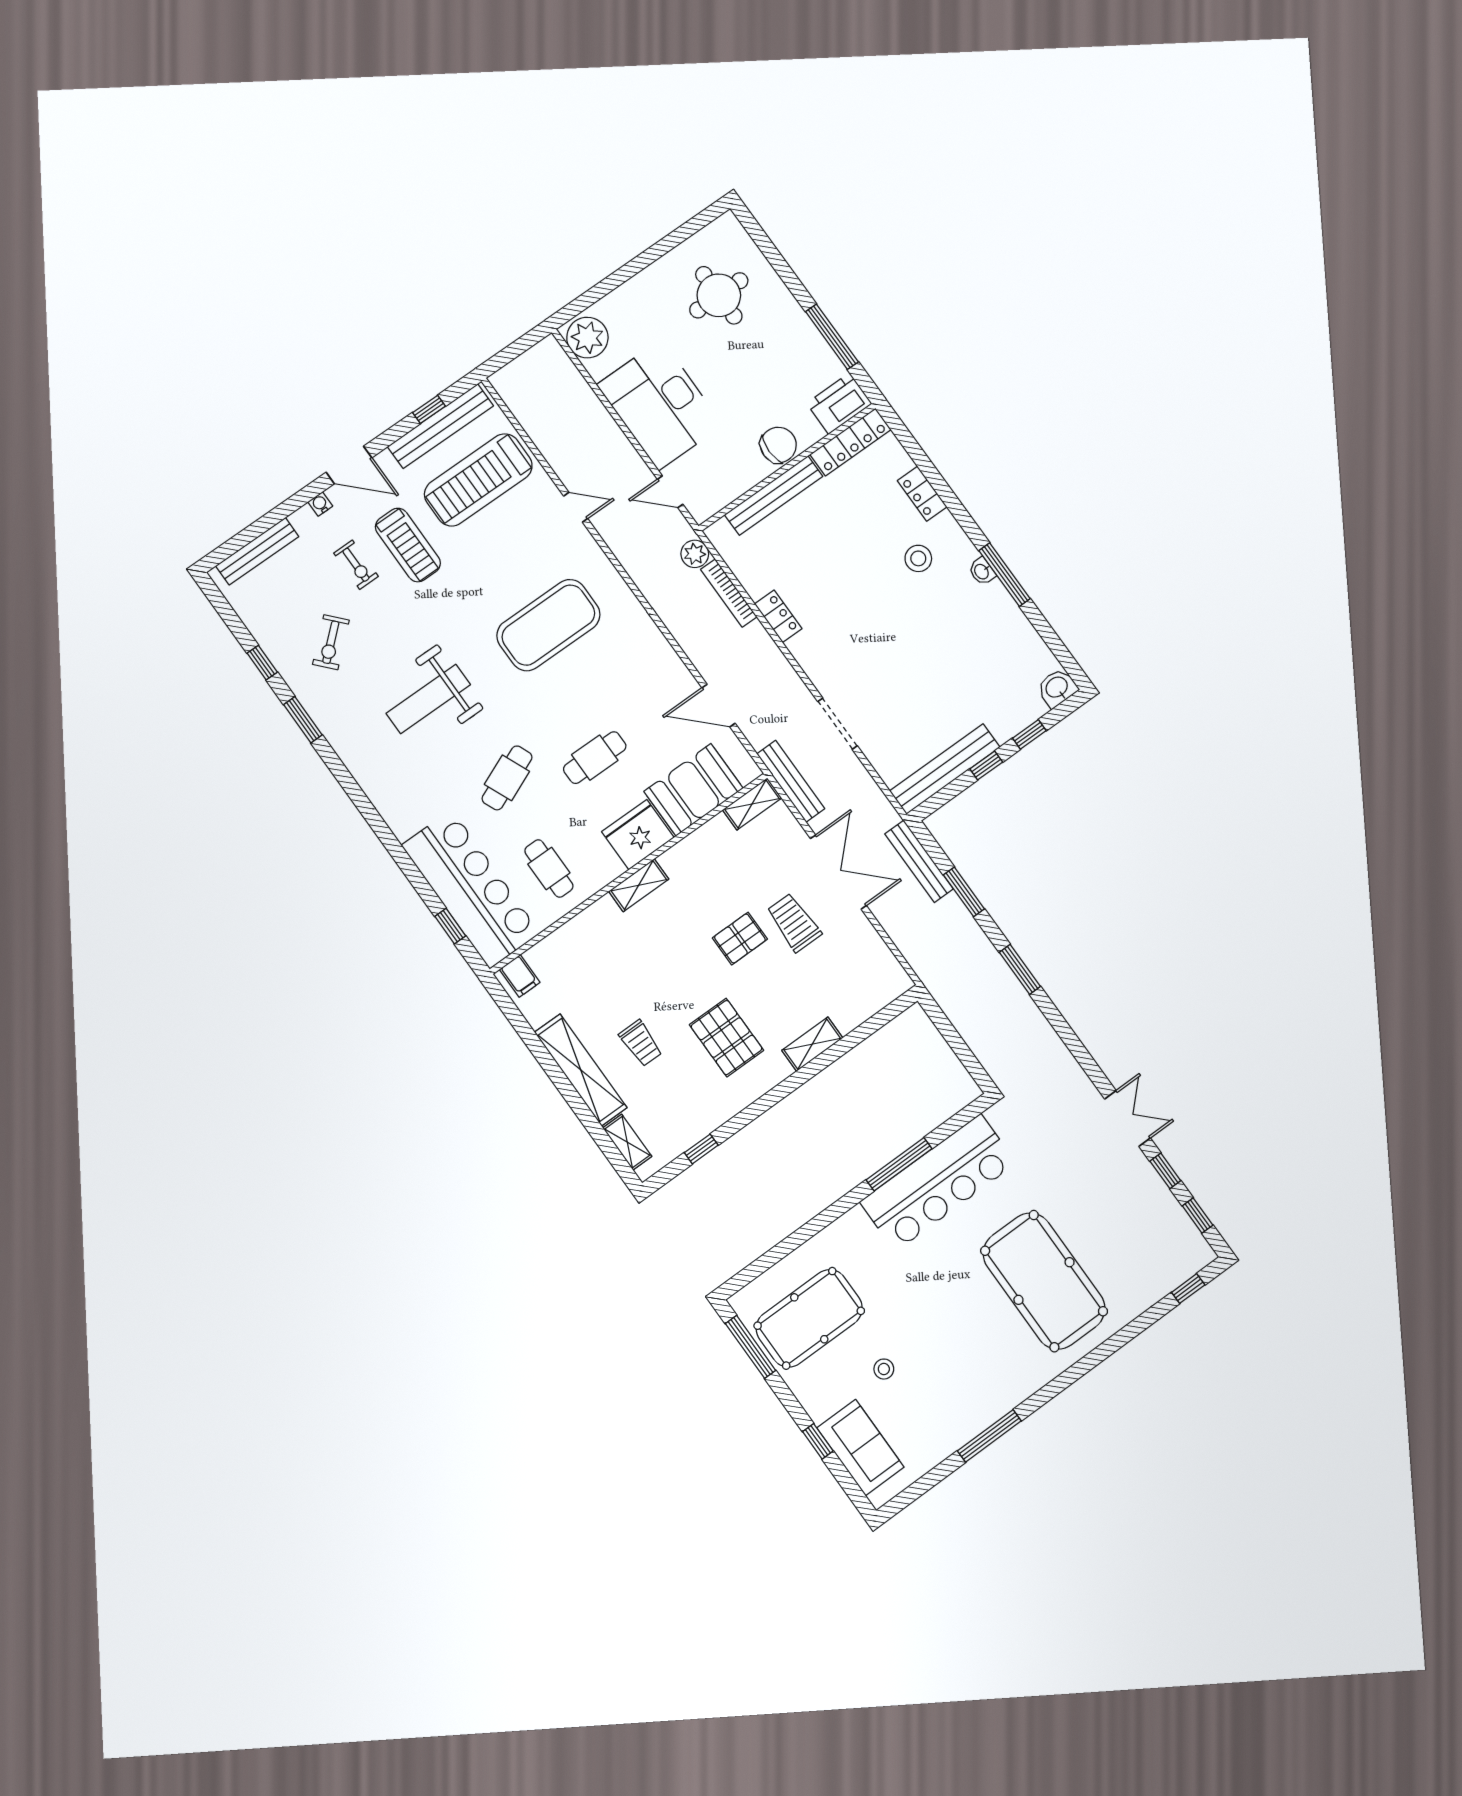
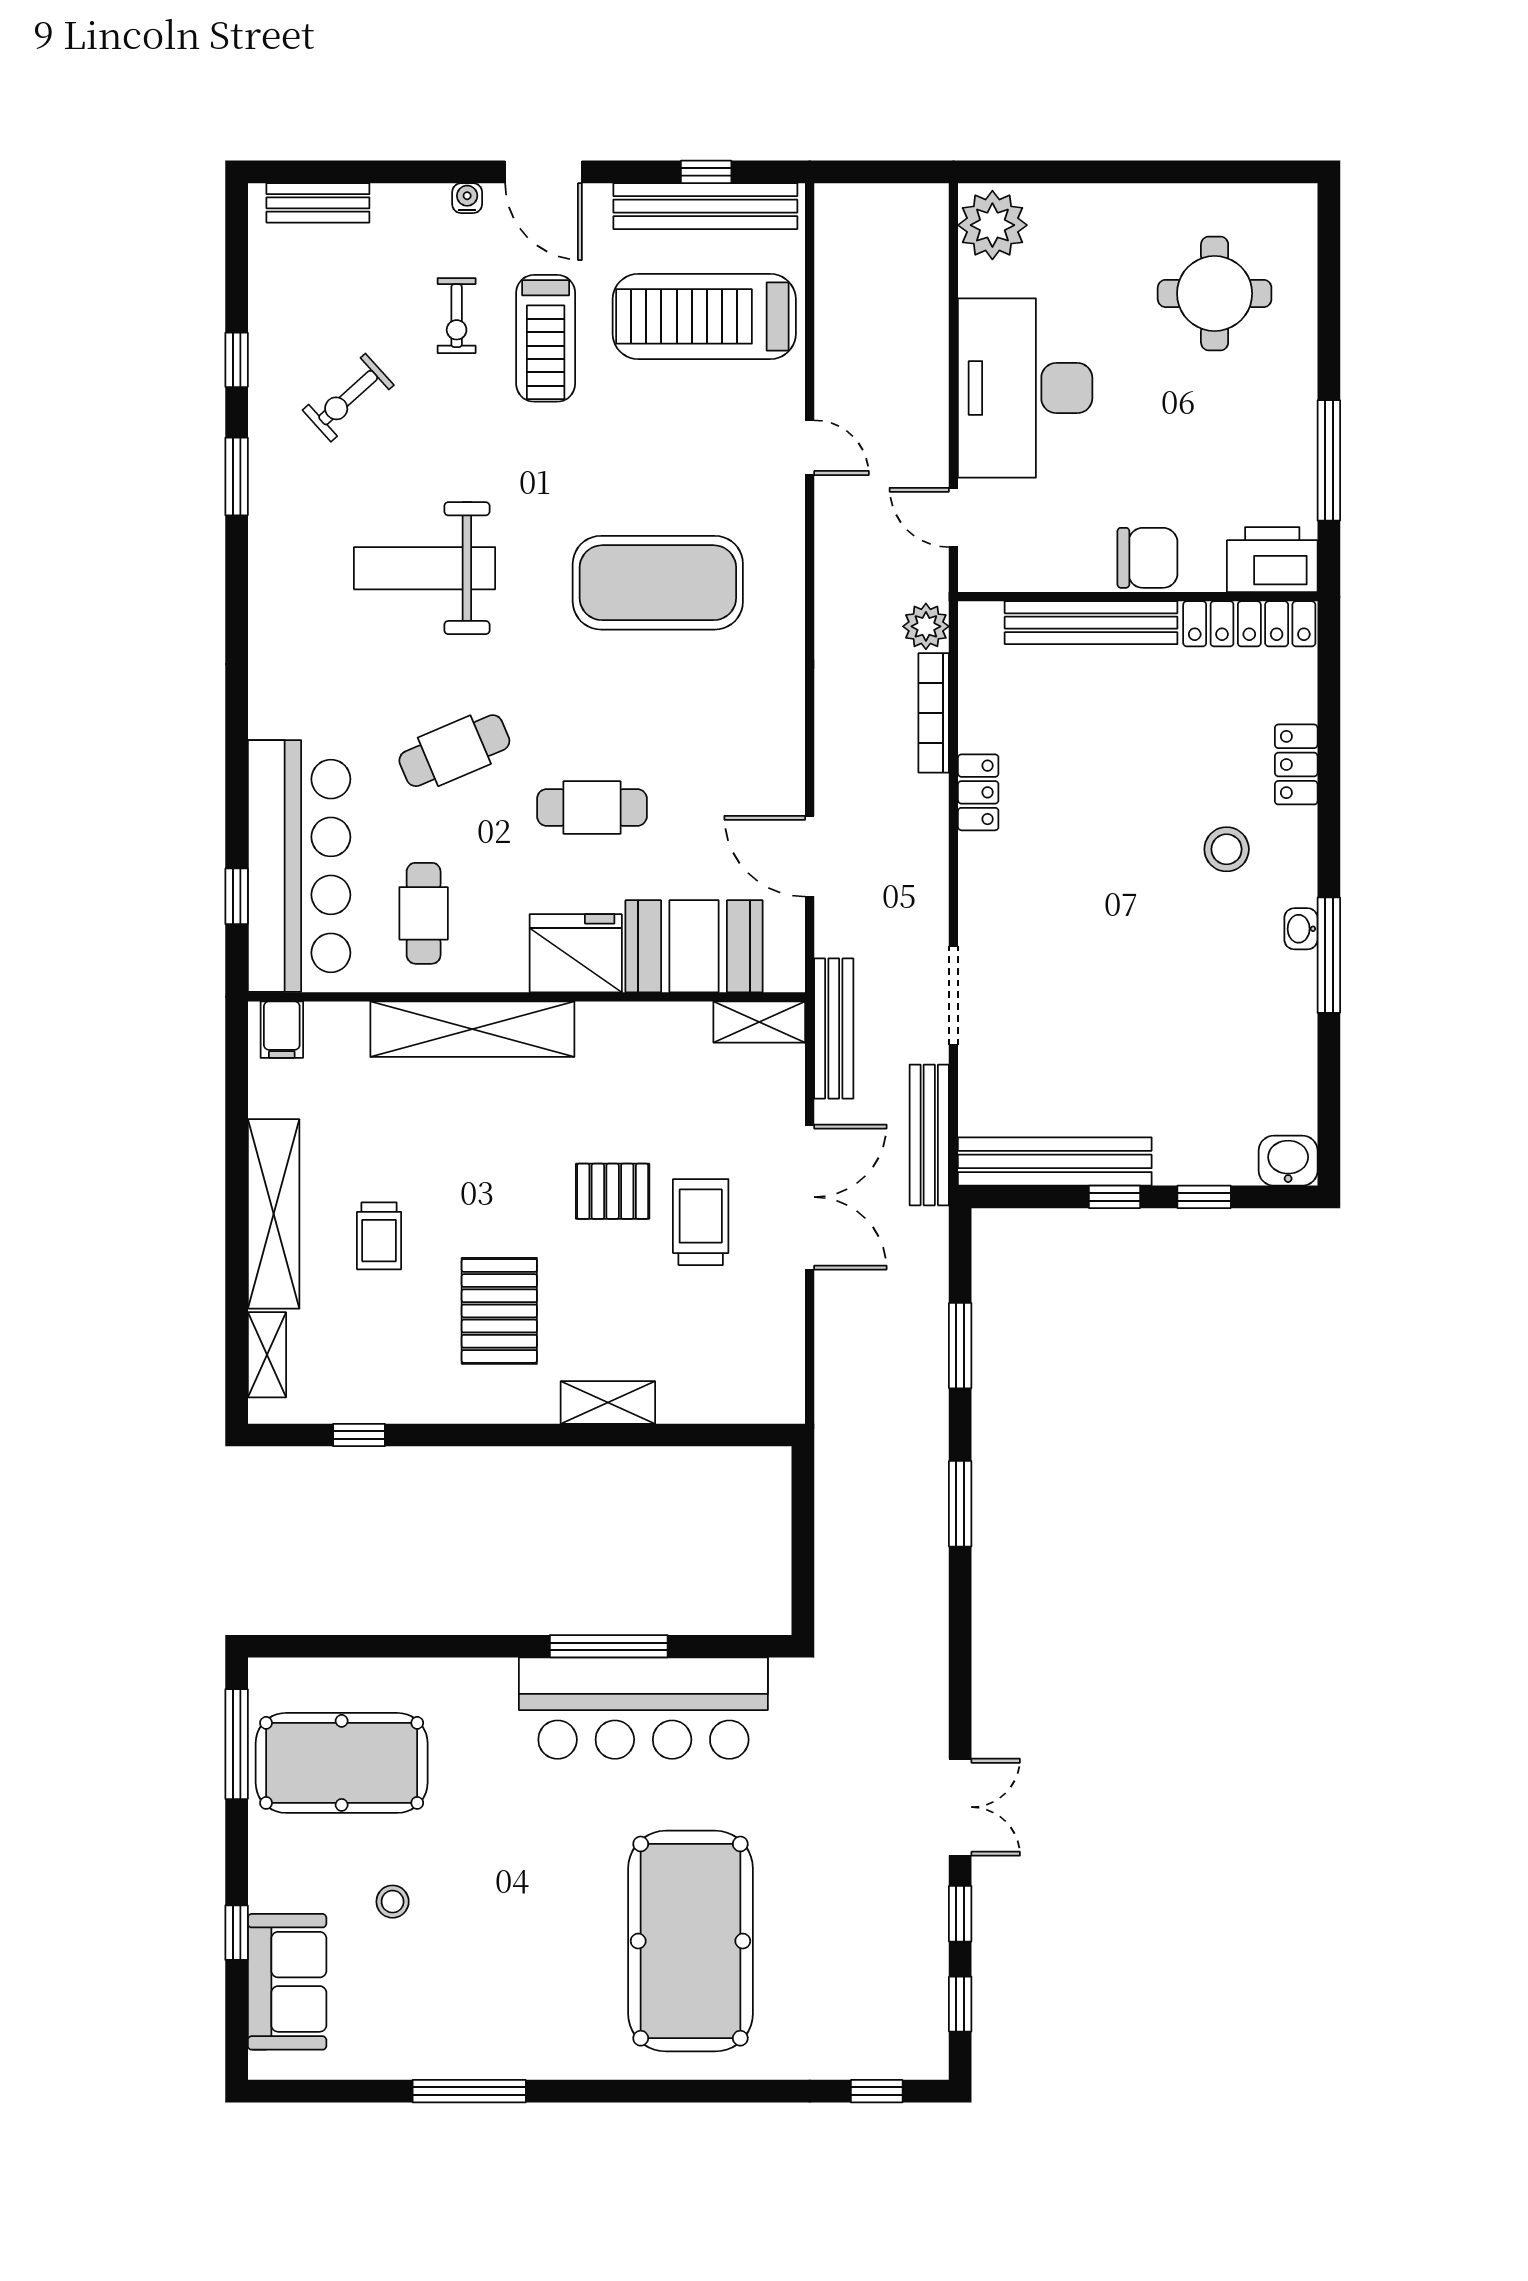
bench: (257, 551) -> (318, 203), width x0.73
bench: (919, 861) -> (929, 1135), moved
shelving: (639, 885) -> (472, 1029), width x2.20, depth x1.33

